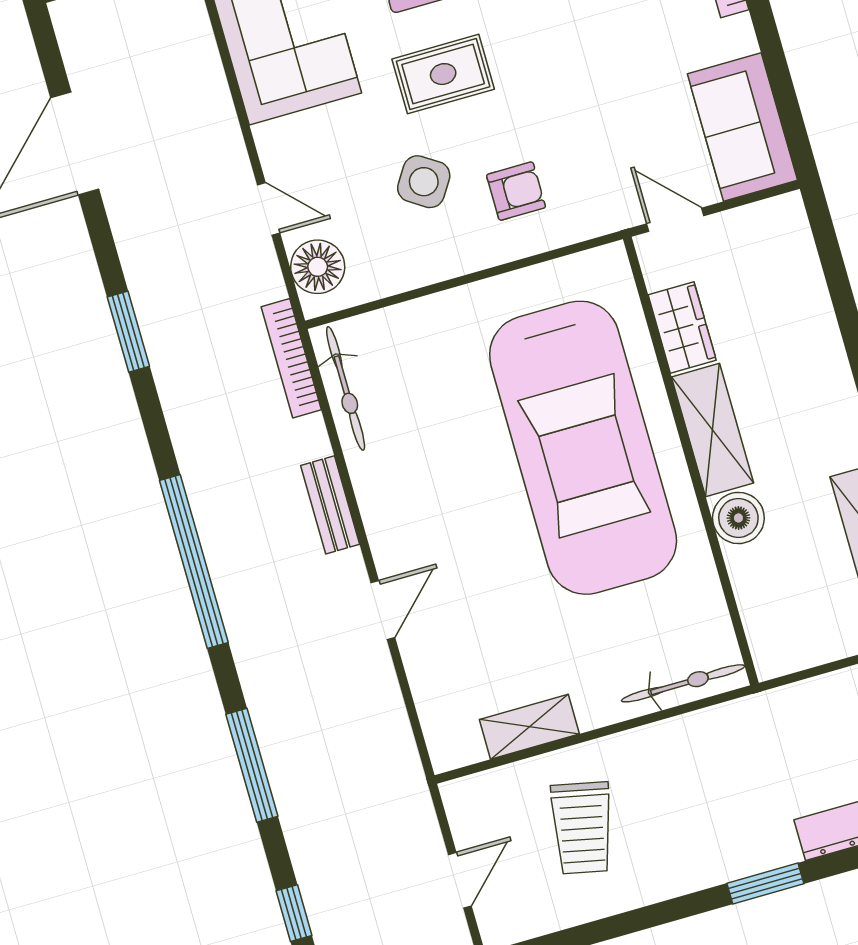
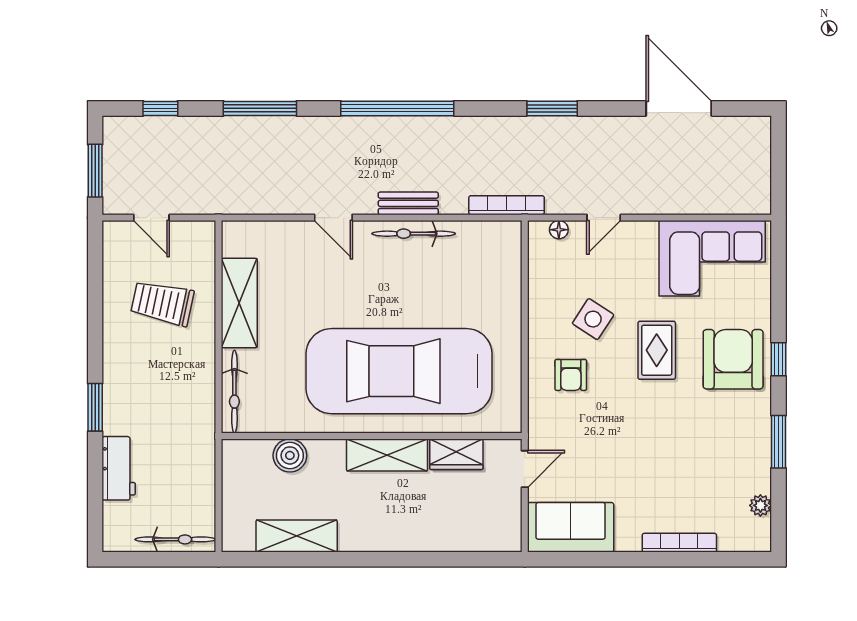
floor lamp: (318, 267) -> (559, 230), width x0.53, depth x0.53
bicycle: (346, 388) -> (414, 234), moved
boiler: (738, 518) -> (290, 455), moved
shelving: (529, 727) -> (239, 303), width x1.50, depth x1.33

